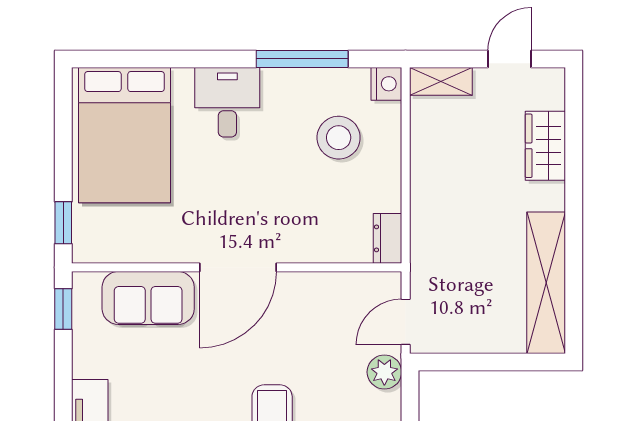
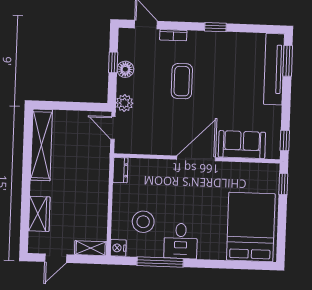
desk: (227, 102) -> (181, 241), moved
door: (406, 322) -> (113, 128), swing flipped

